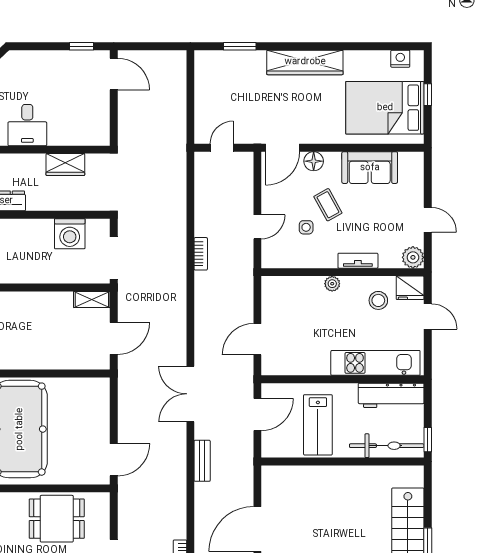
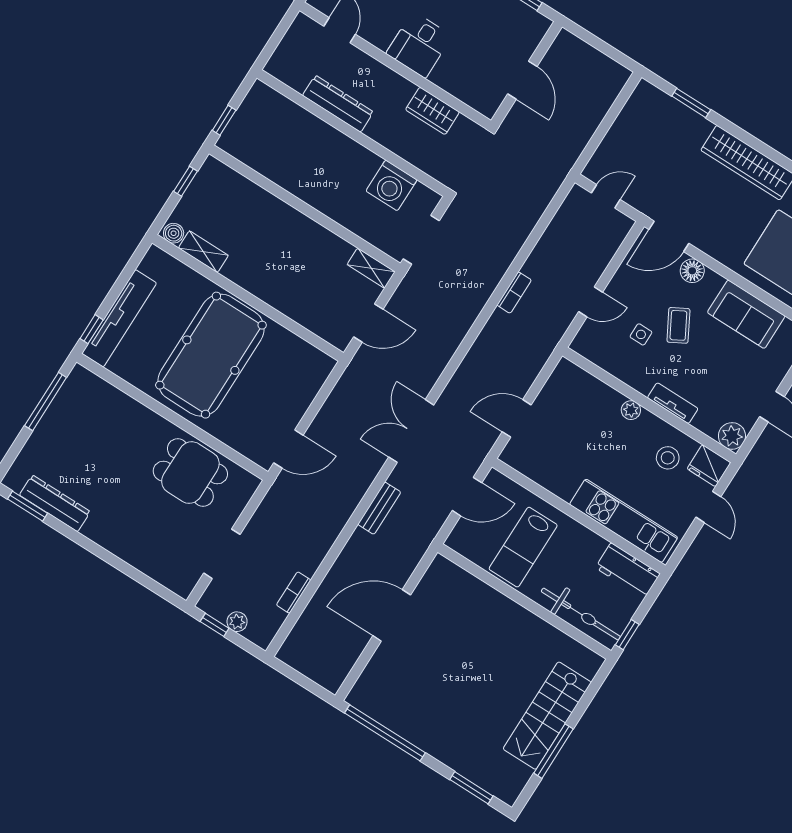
door: (114, 74) -> (522, 80), moved
workbench: (391, 395) -> (628, 571), width x0.73

